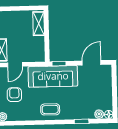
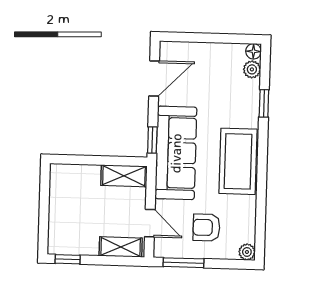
shelving: (39, 24) -> (124, 176), moved
door: (92, 63) -> (154, 78), swing flipped
coffee table: (50, 109) -> (238, 161), width x1.86, depth x1.72

